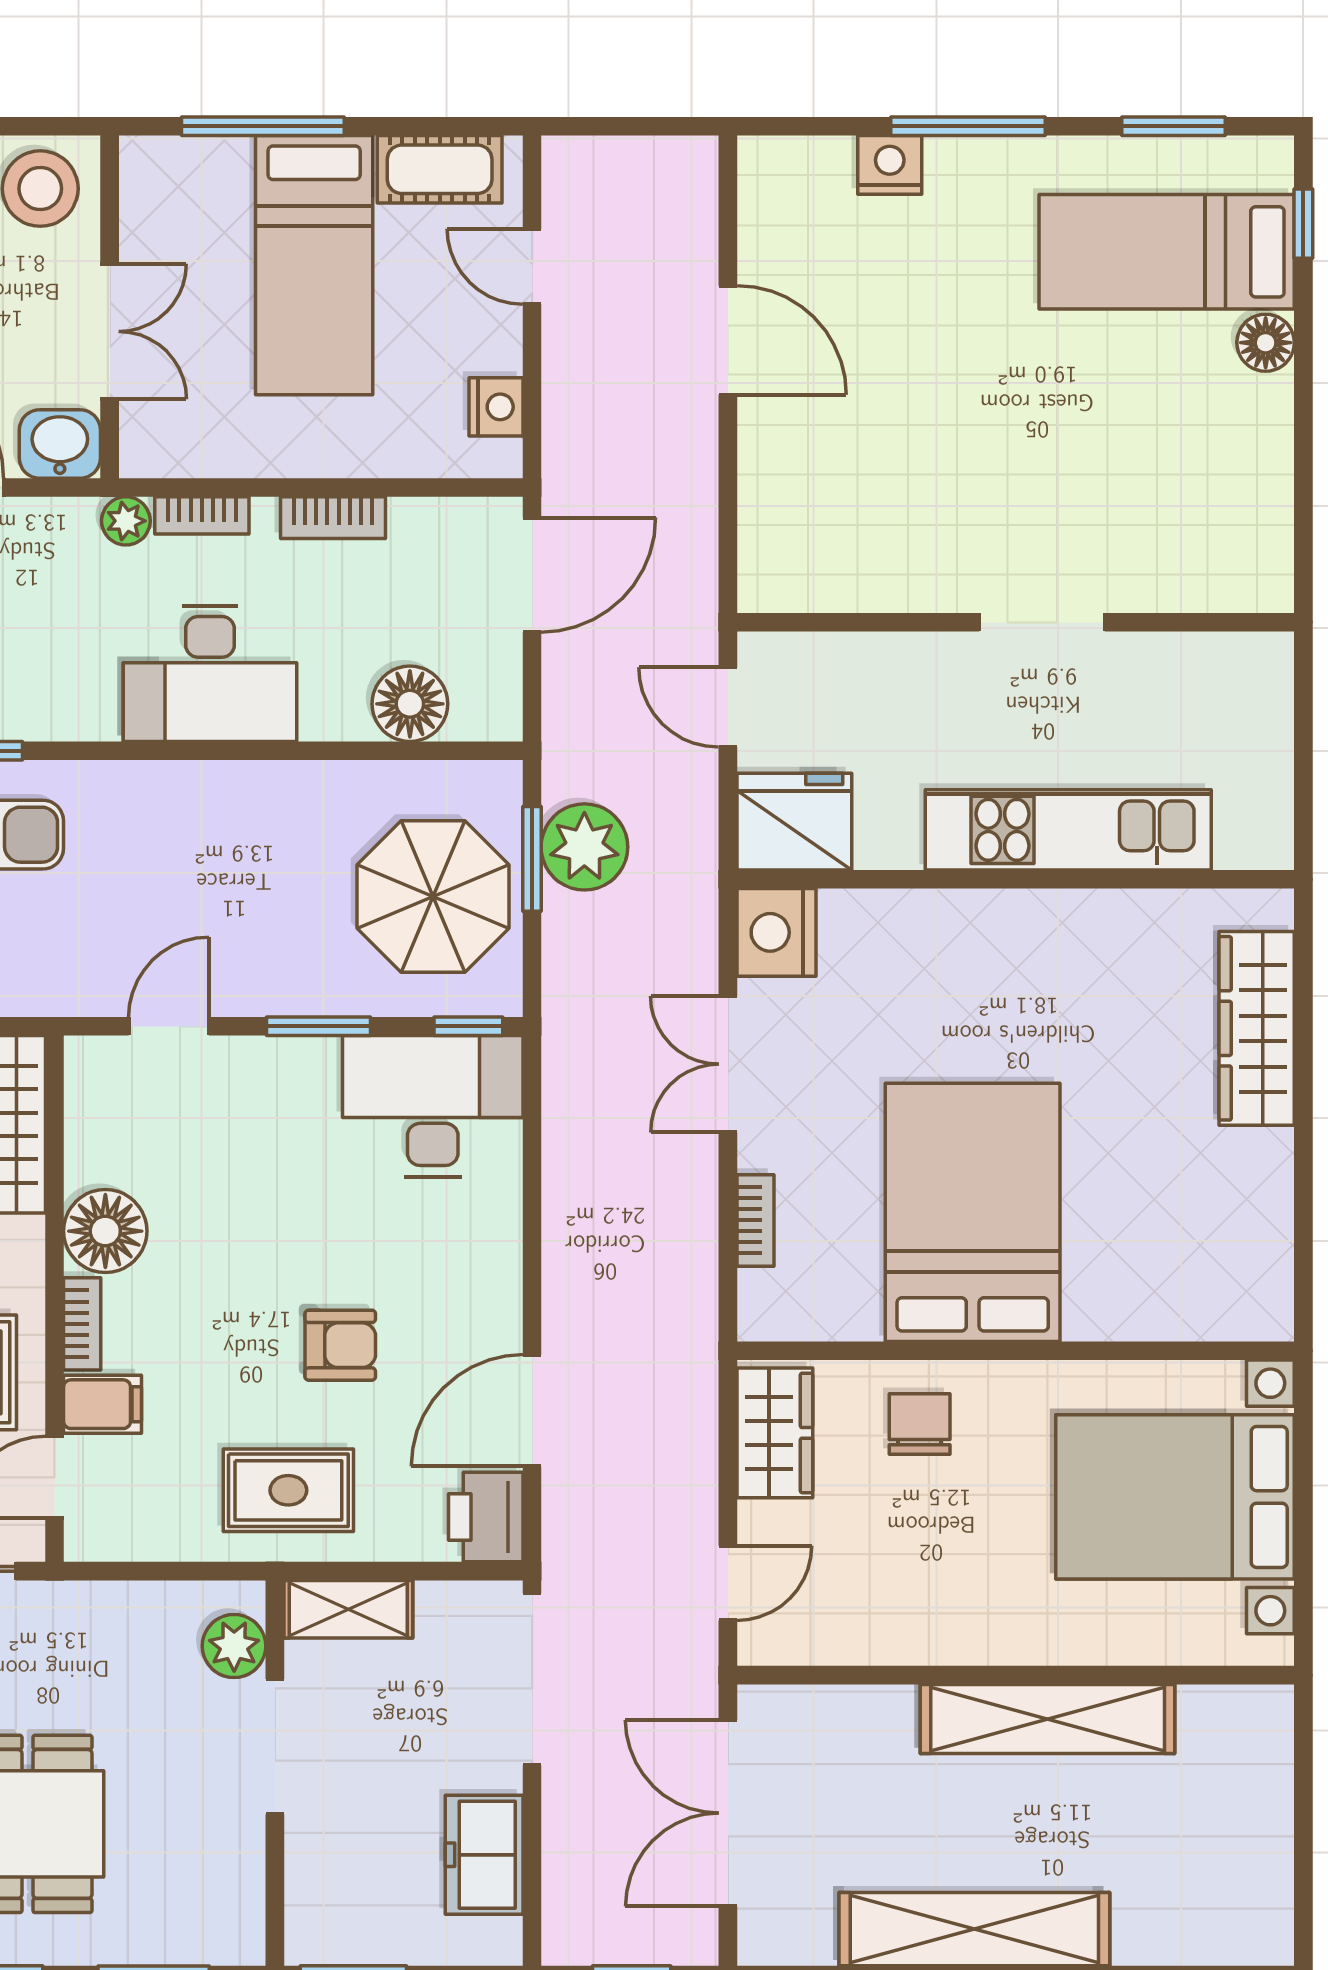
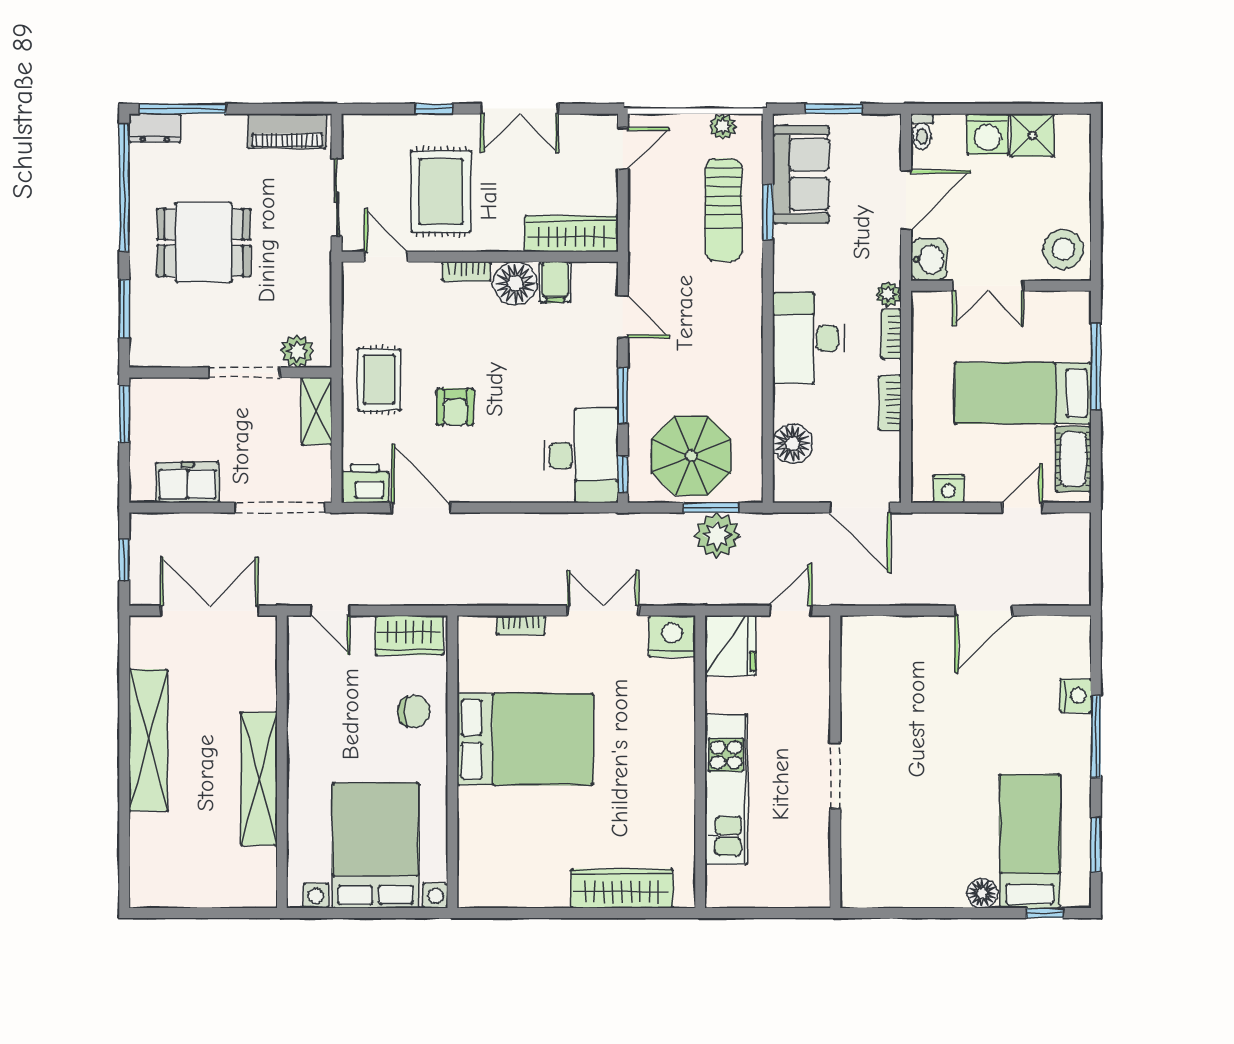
filing cabinet: (103, 1404) -> (555, 282), moved

